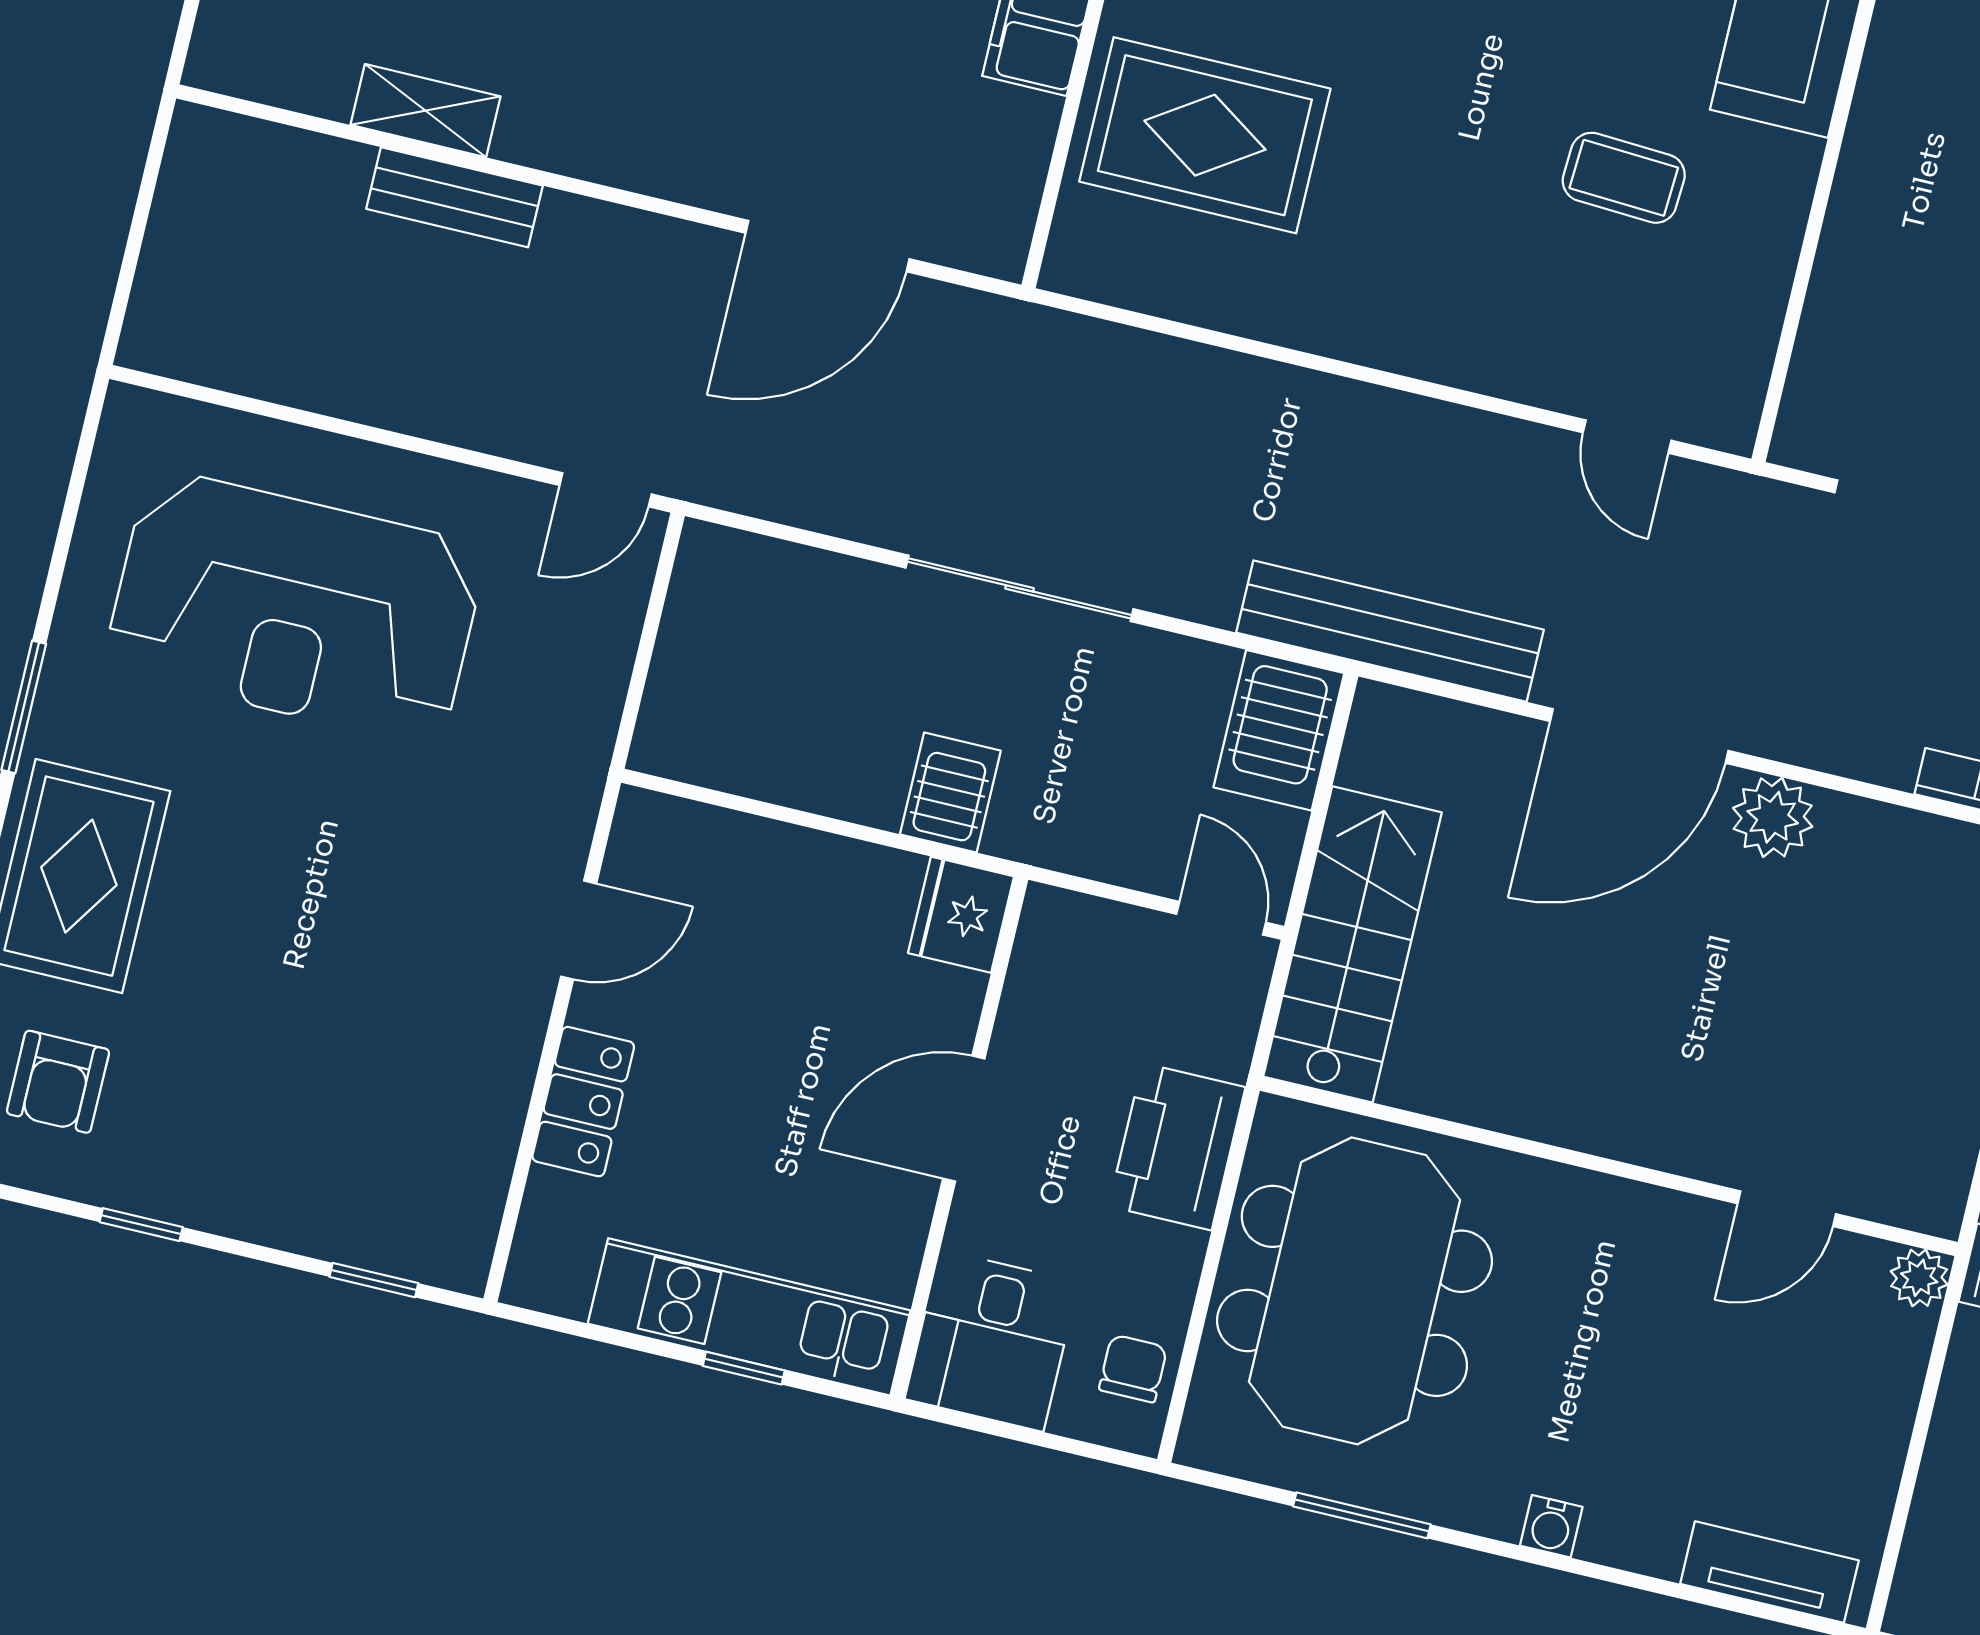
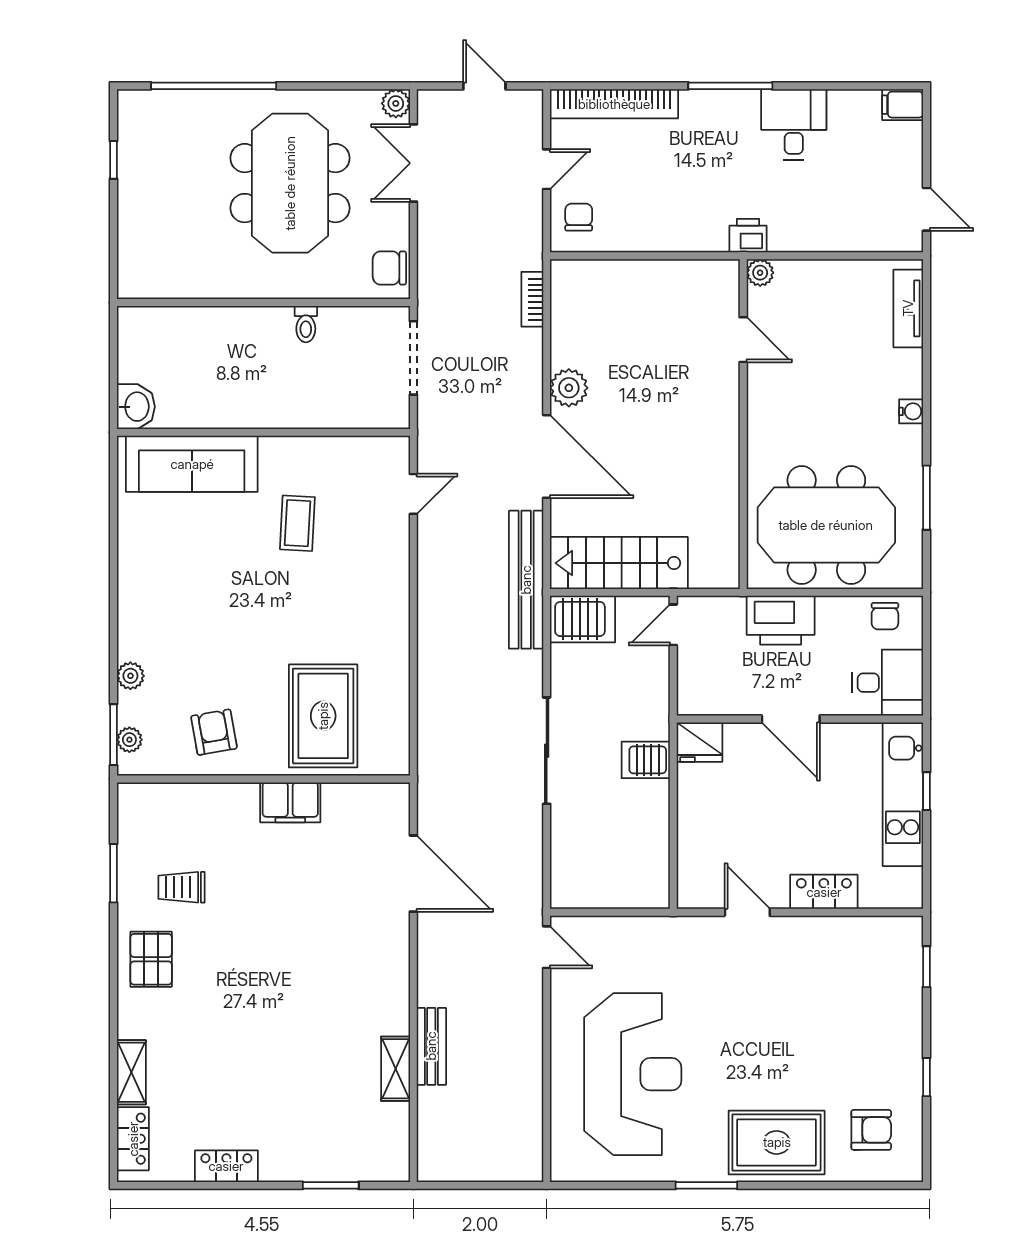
stairs: (1352, 944) -> (619, 563), moved
chair: (1133, 1369) -> (885, 616), turned -90

